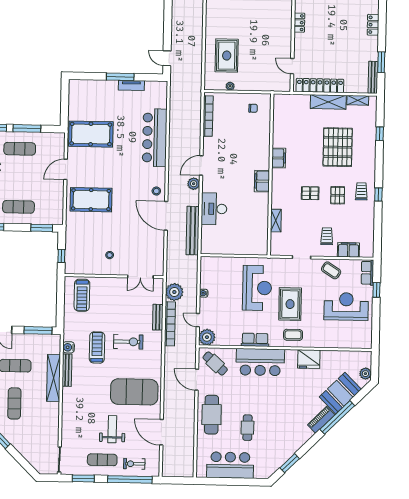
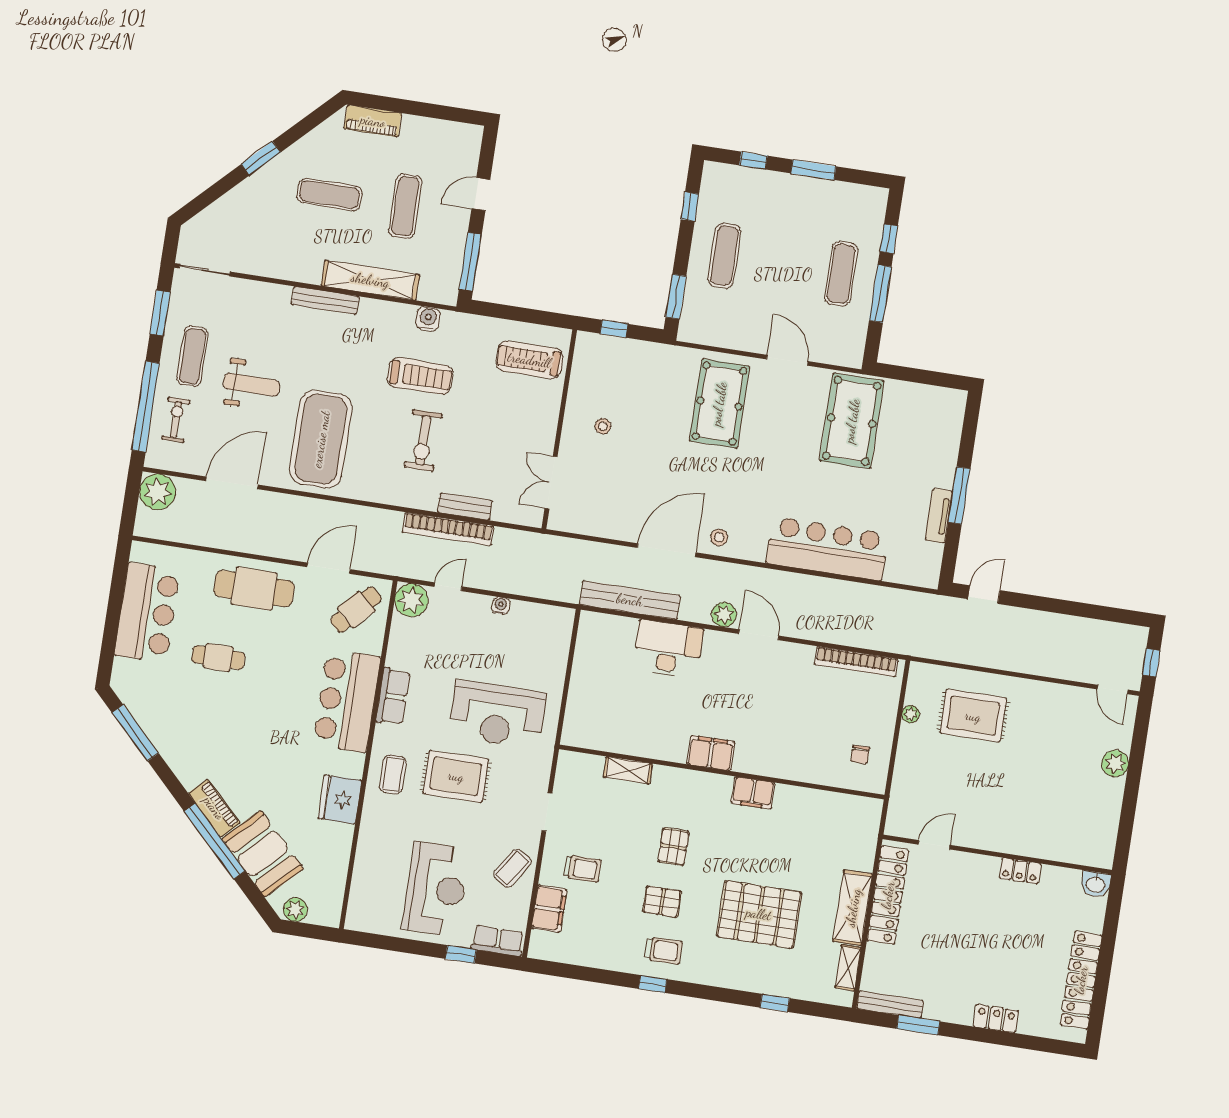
plant: (174, 292) -> (158, 492), moved
bench: (67, 370) -> (325, 300), moved
window: (290, 463) -> (135, 733), width x1.44

